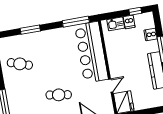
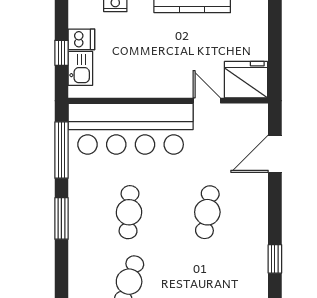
window: (135, 11) -> (61, 53), moved
window: (30, 30) -> (61, 218), moved
cafe table: (52, 58) -> (129, 212), added

